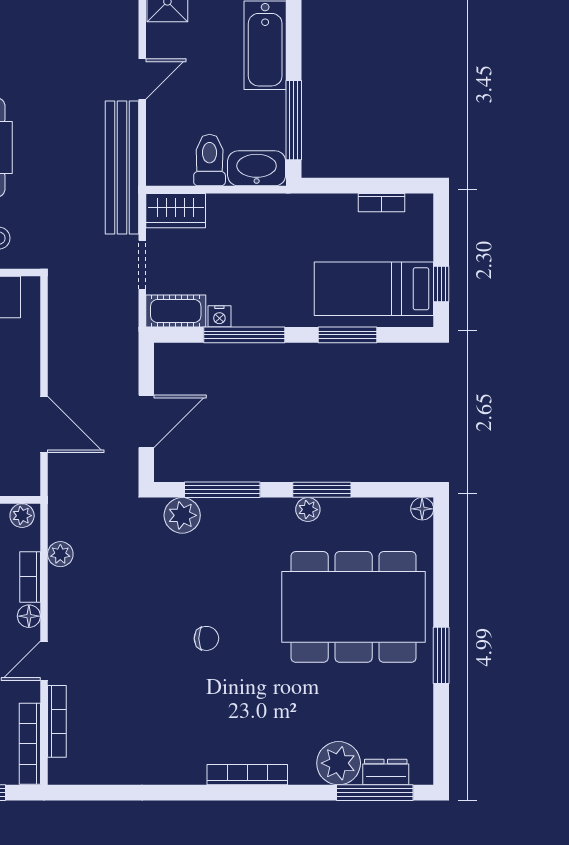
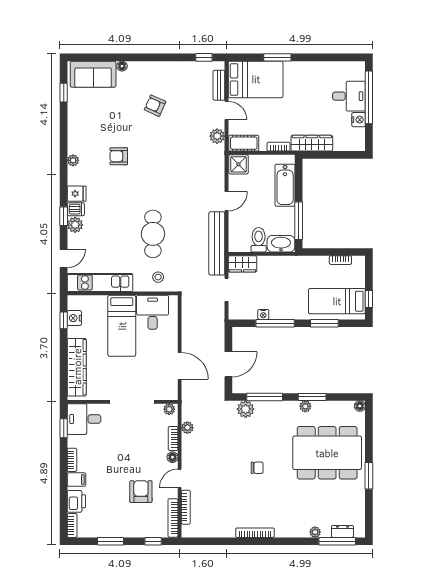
cot: (176, 311) -> (242, 312), removed
plant: (339, 763) -> (315, 532), width x0.53, depth x0.53
bookcase: (247, 775) -> (255, 533), moved

